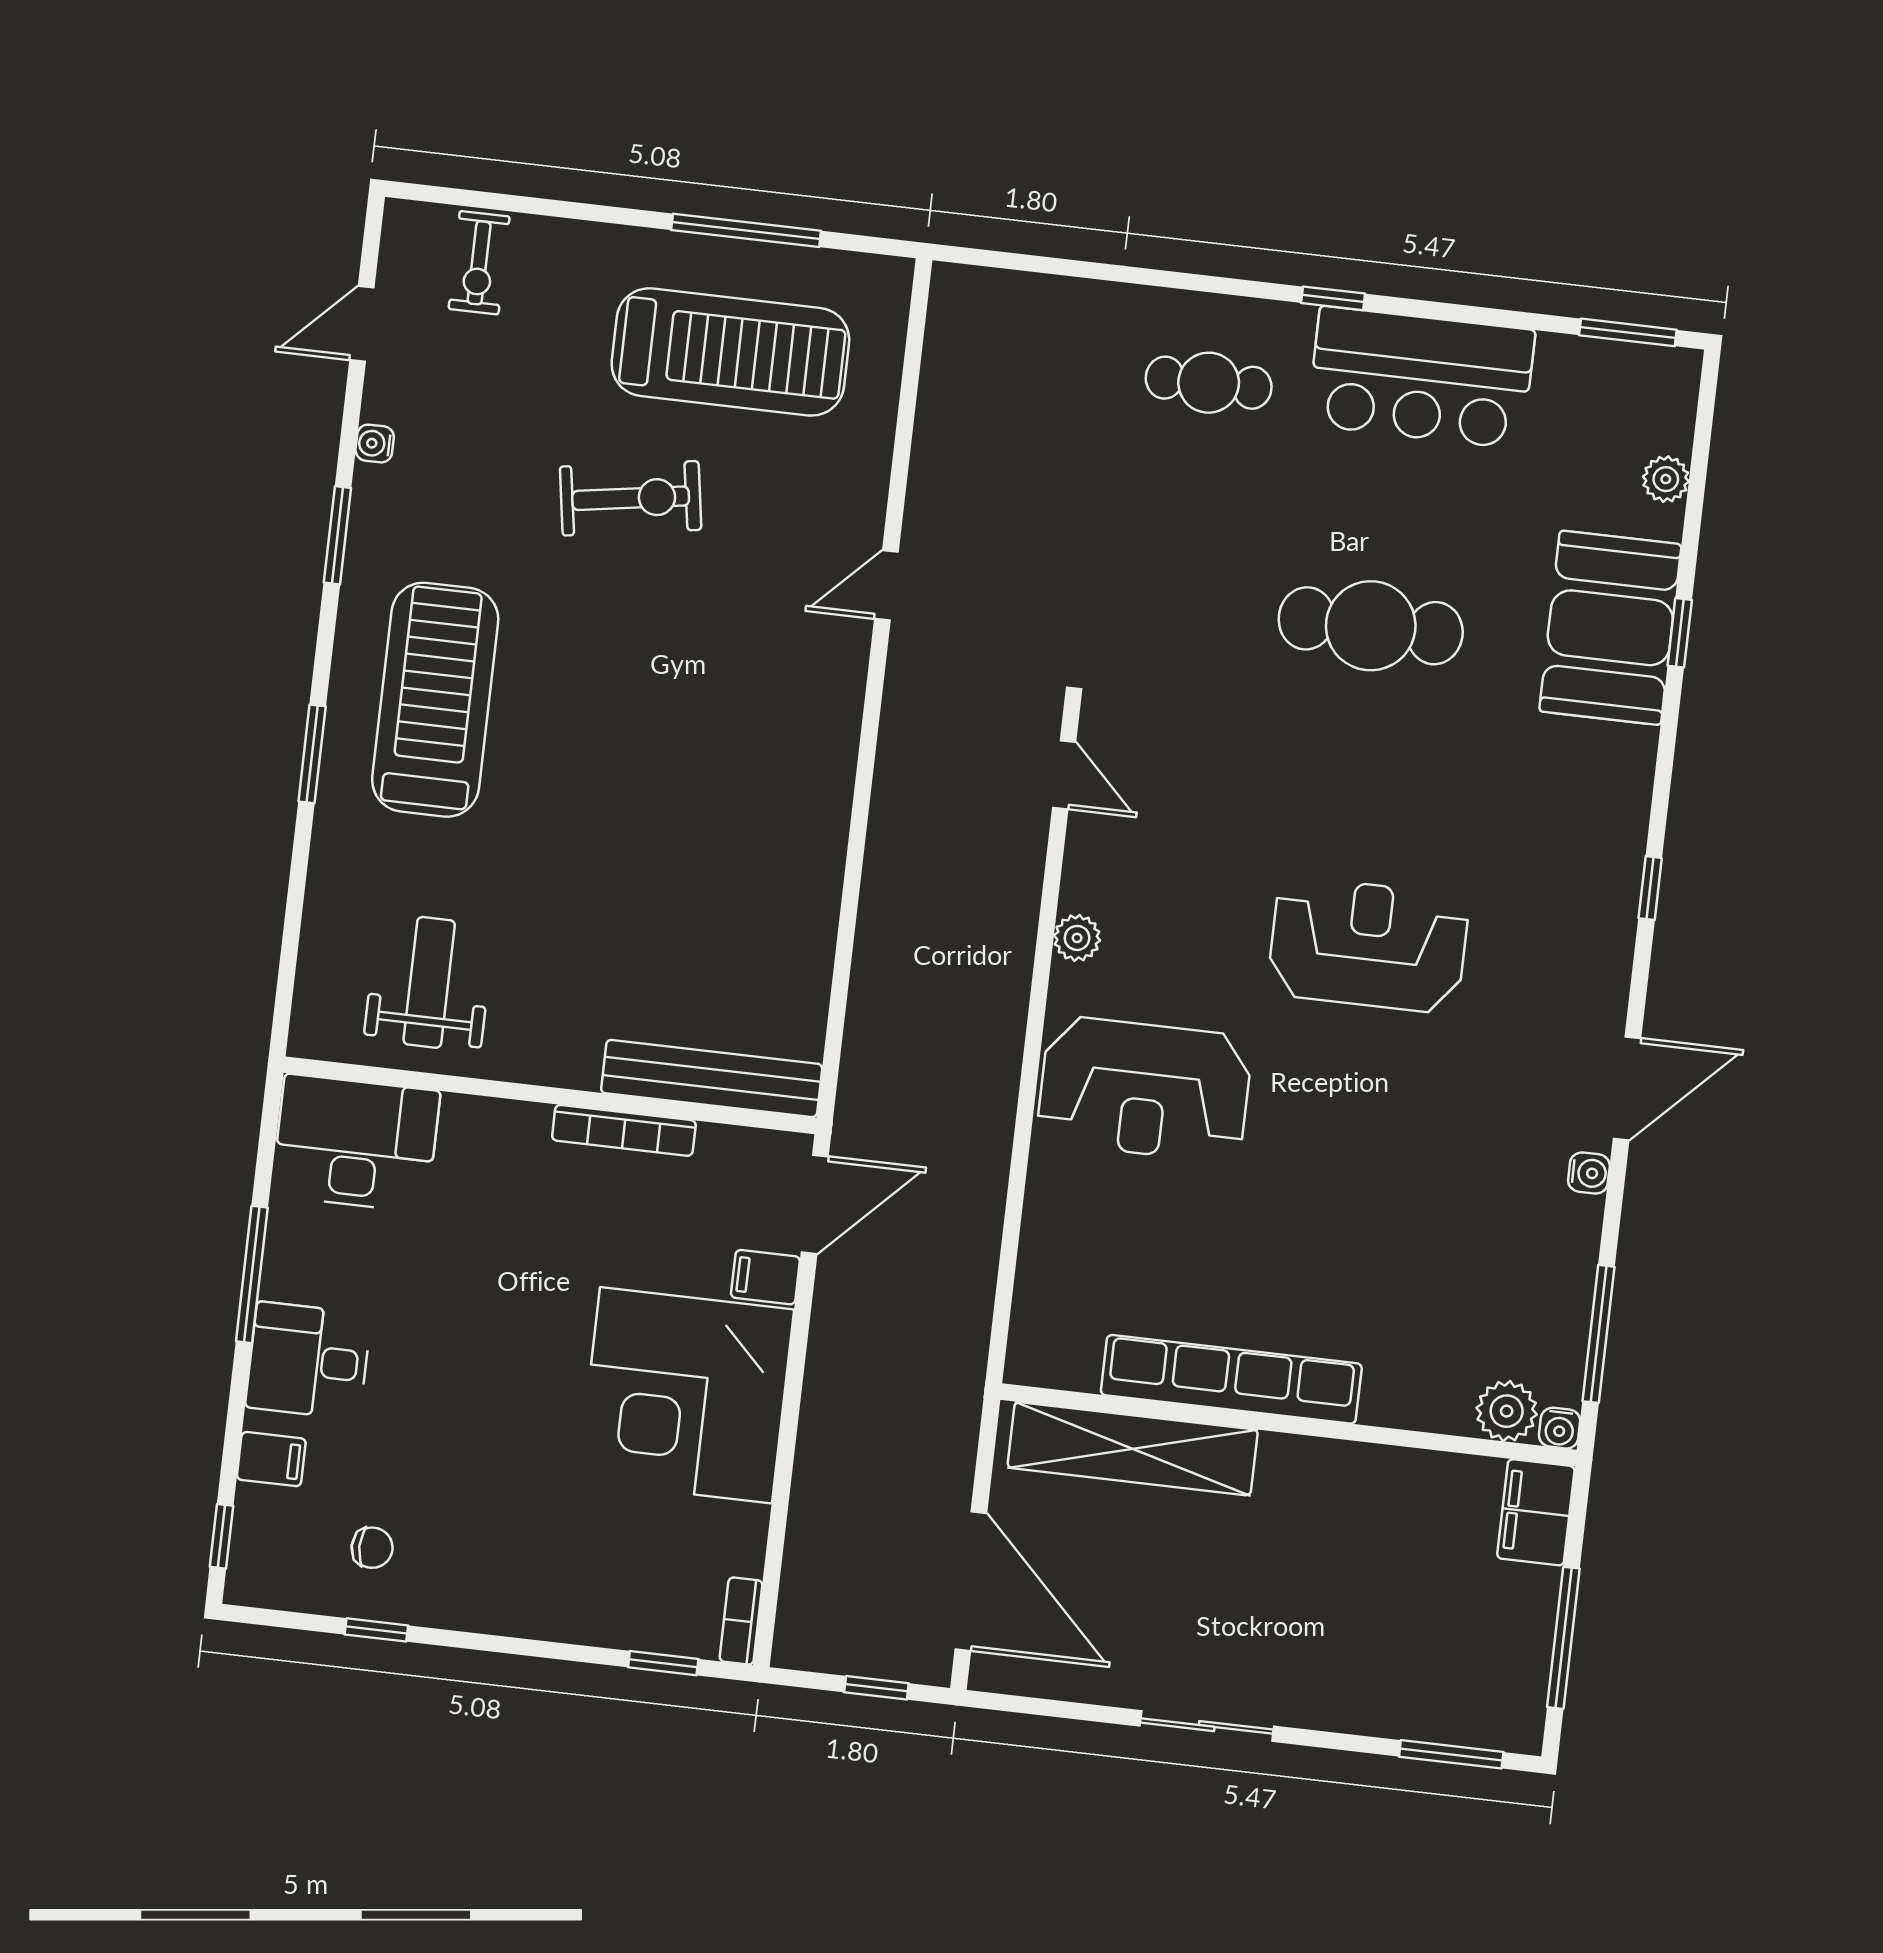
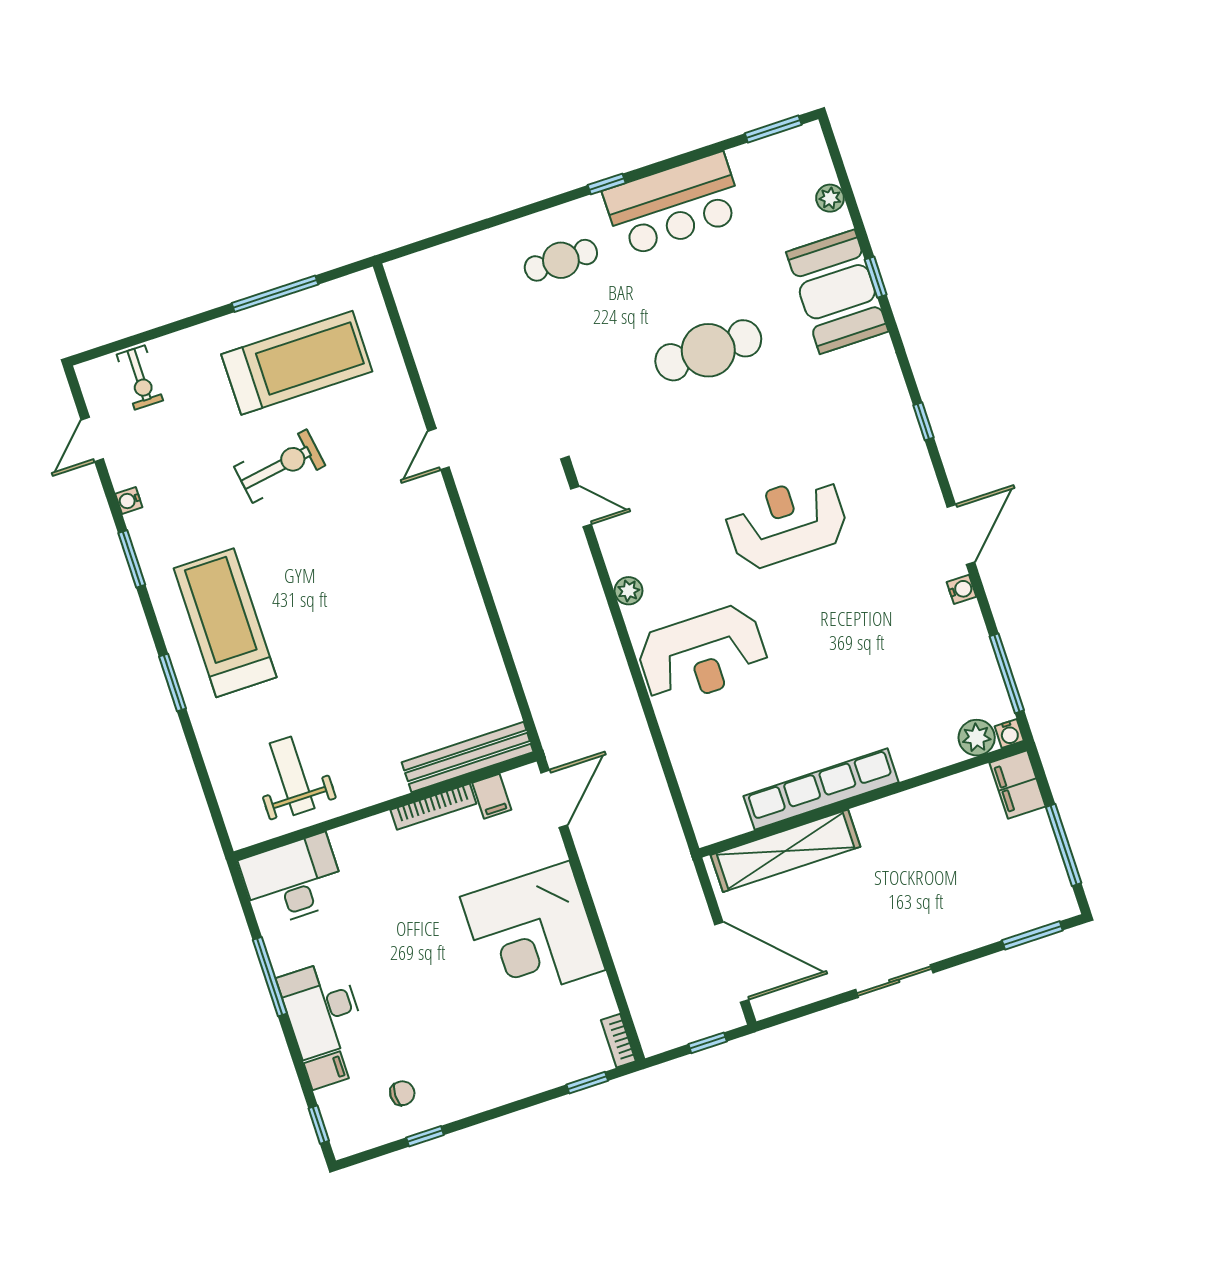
filing cabinet: (765, 1277) -> (492, 796), moved, turned -90
desk: (308, 1361) -> (322, 1009), width x1.37

